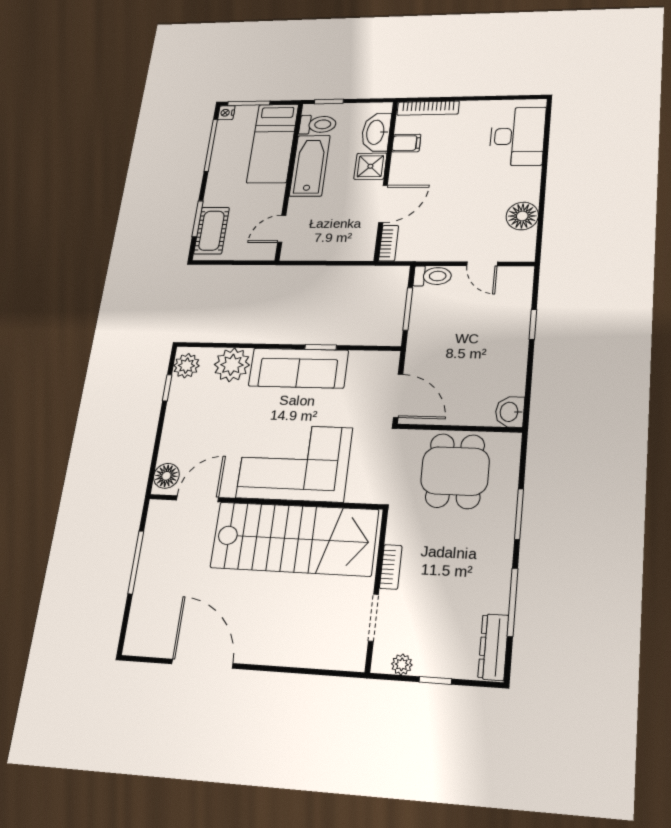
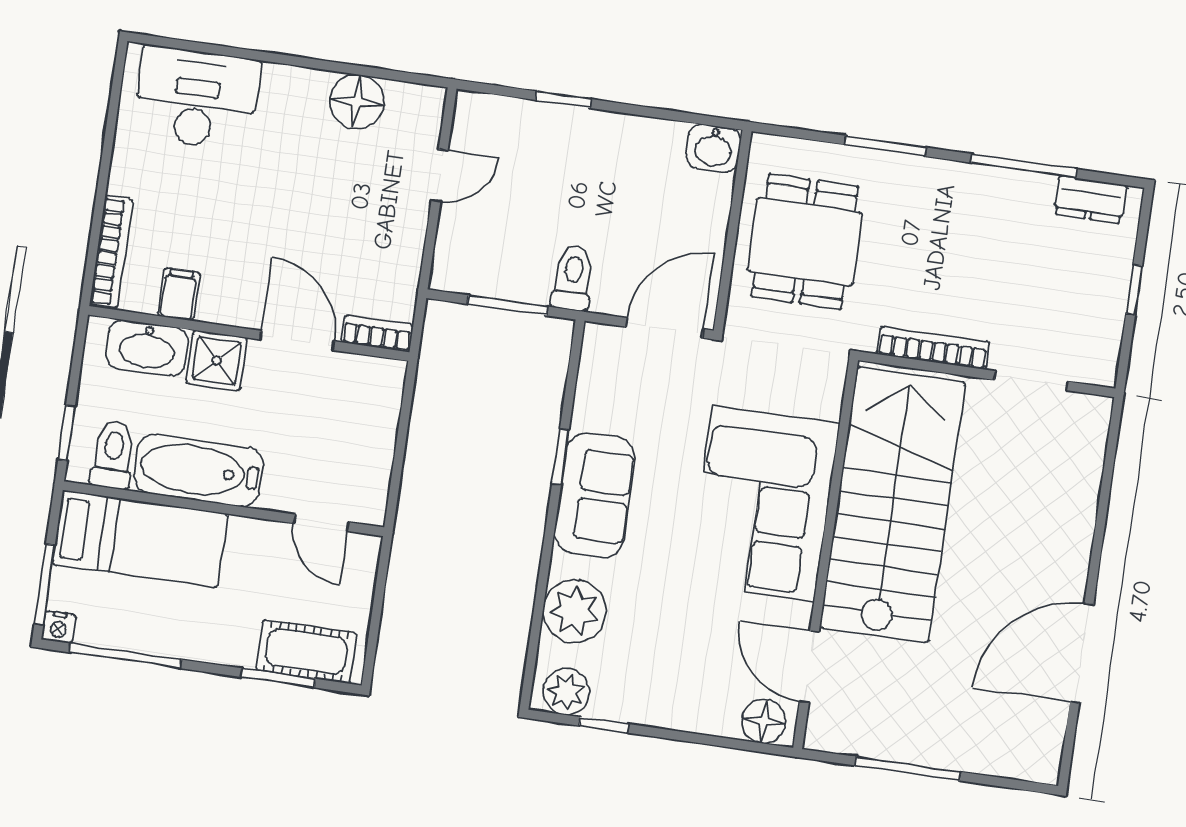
toilet: (432, 276) -> (573, 278), moved
sofa: (298, 368) -> (595, 495), width x0.73
dining table: (455, 471) -> (805, 242), turned 90
bookcase: (391, 567) -> (933, 348), width x1.56
dresser: (493, 647) -> (1090, 200), width x0.70
plant: (402, 664) -> (1106, 339), removed

